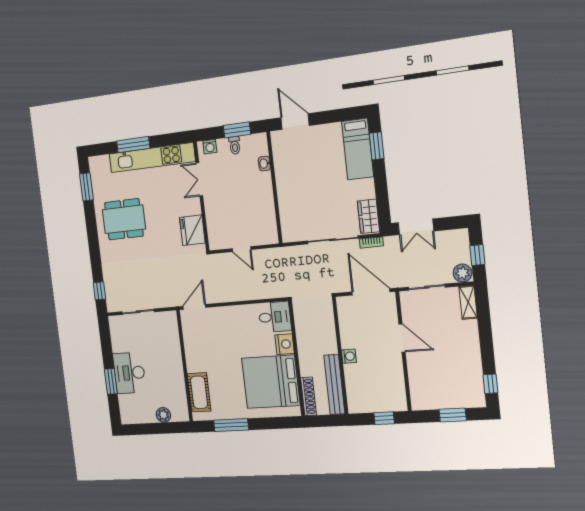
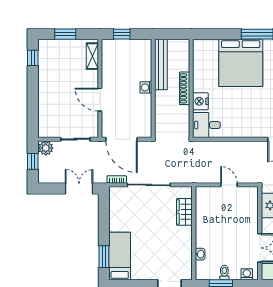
wardrobe: (368, 216) -> (184, 212), moved, turned 180
shelving: (468, 302) -> (92, 56), moved
bed: (271, 382) -> (241, 63), moved, turned 90
shoe rack: (308, 396) -> (185, 88), moved

